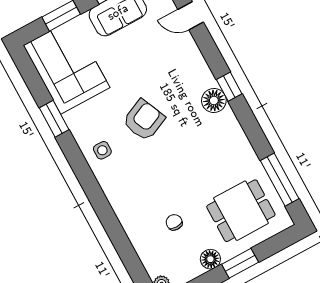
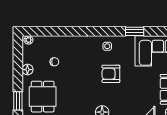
armchair: (144, 120) -> (111, 74), turned 114
window: (240, 263) -> (18, 101), moved

